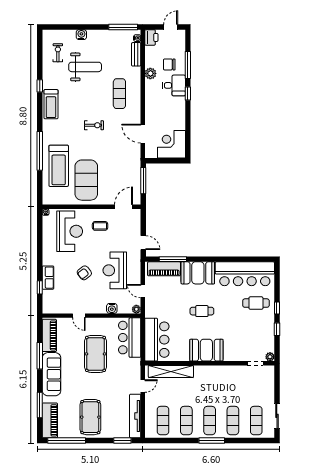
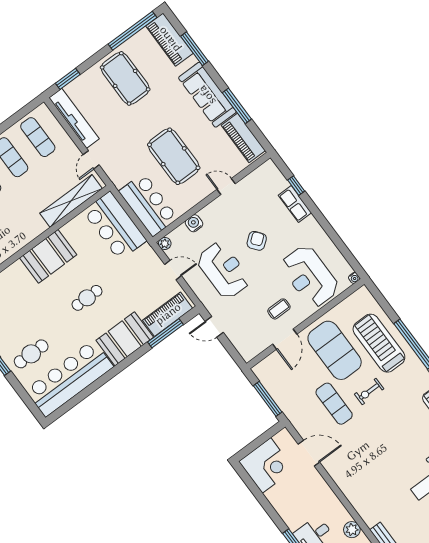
exercise mat: (119, 94) -> (334, 404), moved
exercise bike: (94, 125) -> (369, 391), moved
door: (124, 207) -> (285, 339), moved

